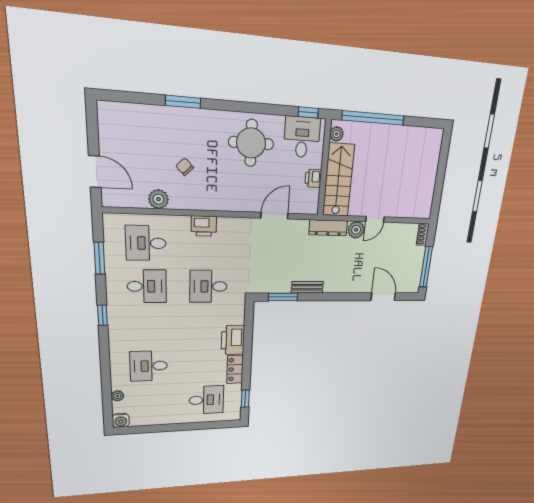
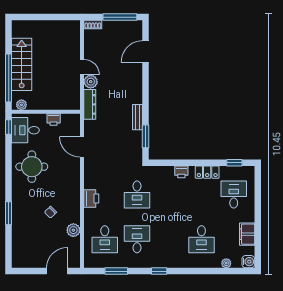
stairs: (338, 180) -> (22, 64), moved, turned 90
printer: (233, 340) -> (181, 172), width x0.53, depth x0.68
filing cabinet: (157, 417) -> (247, 234), added

